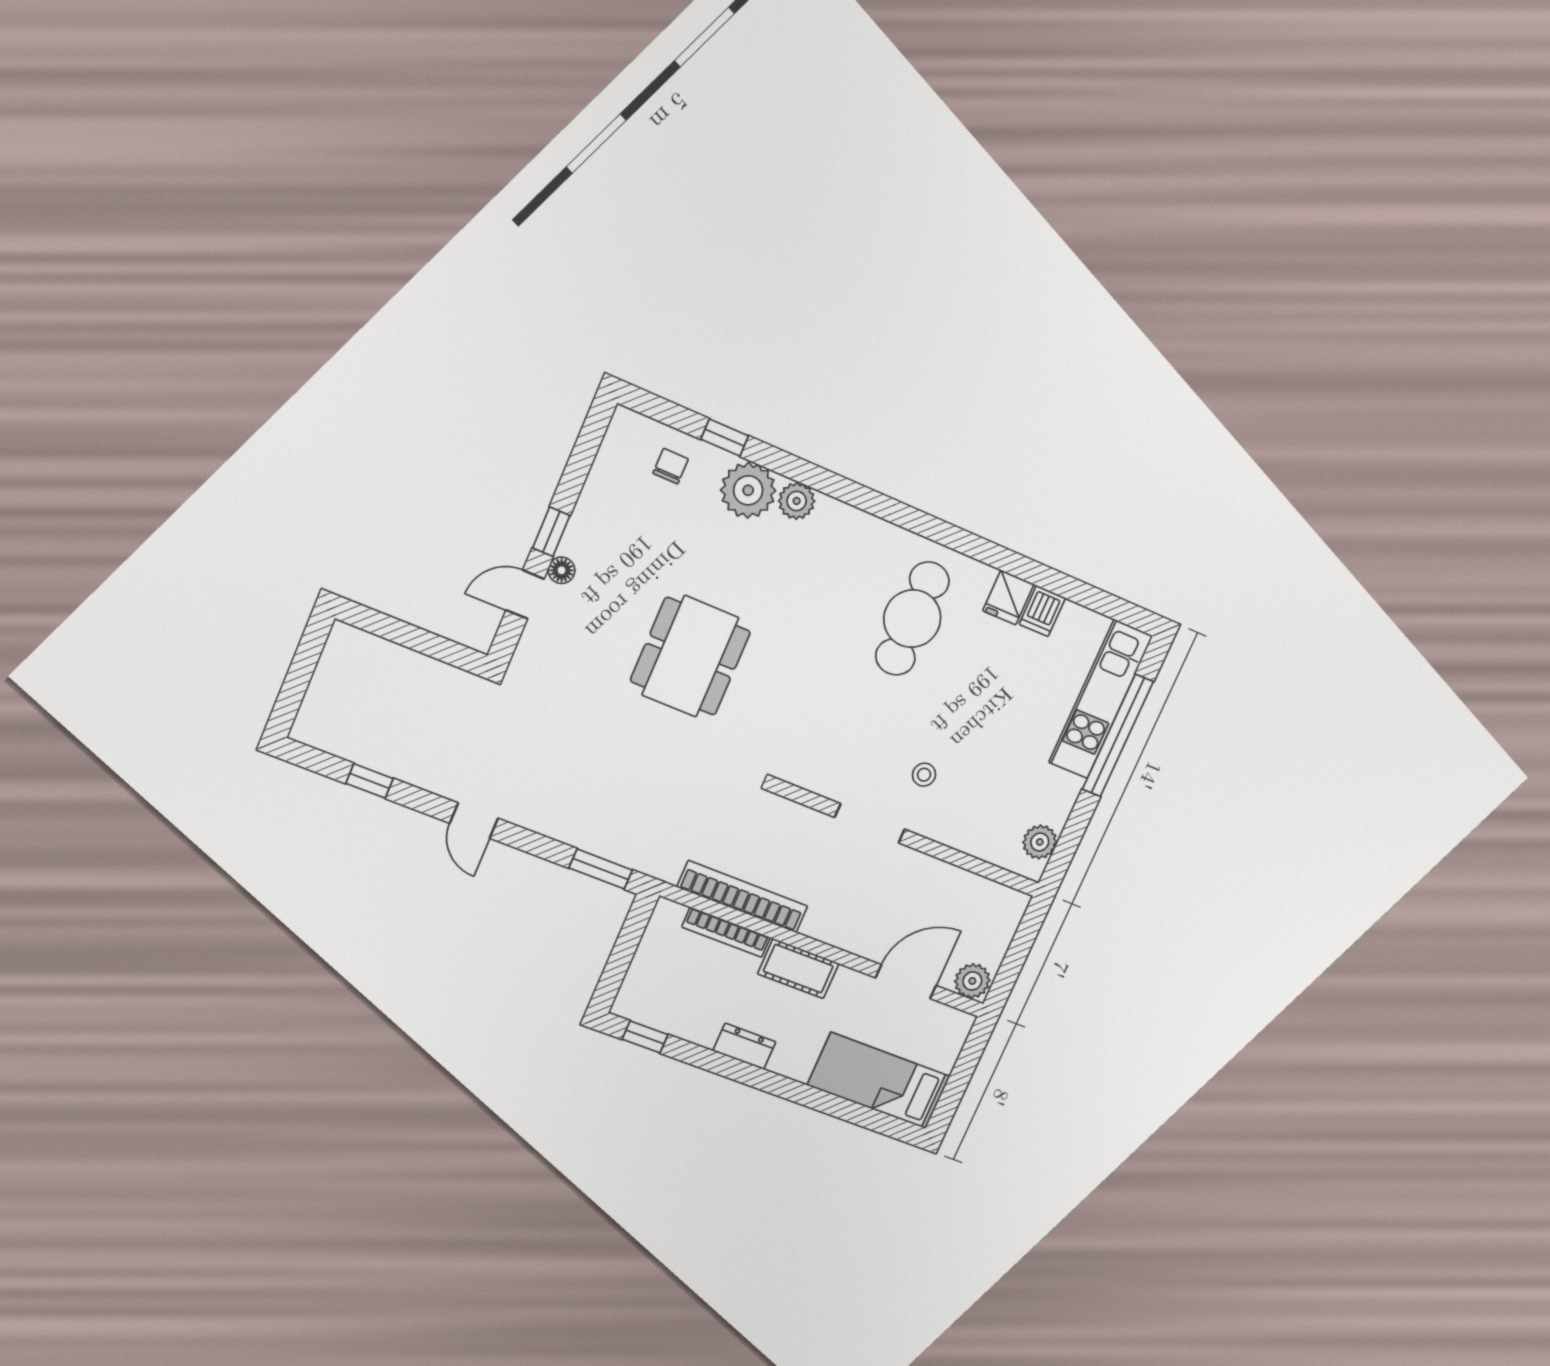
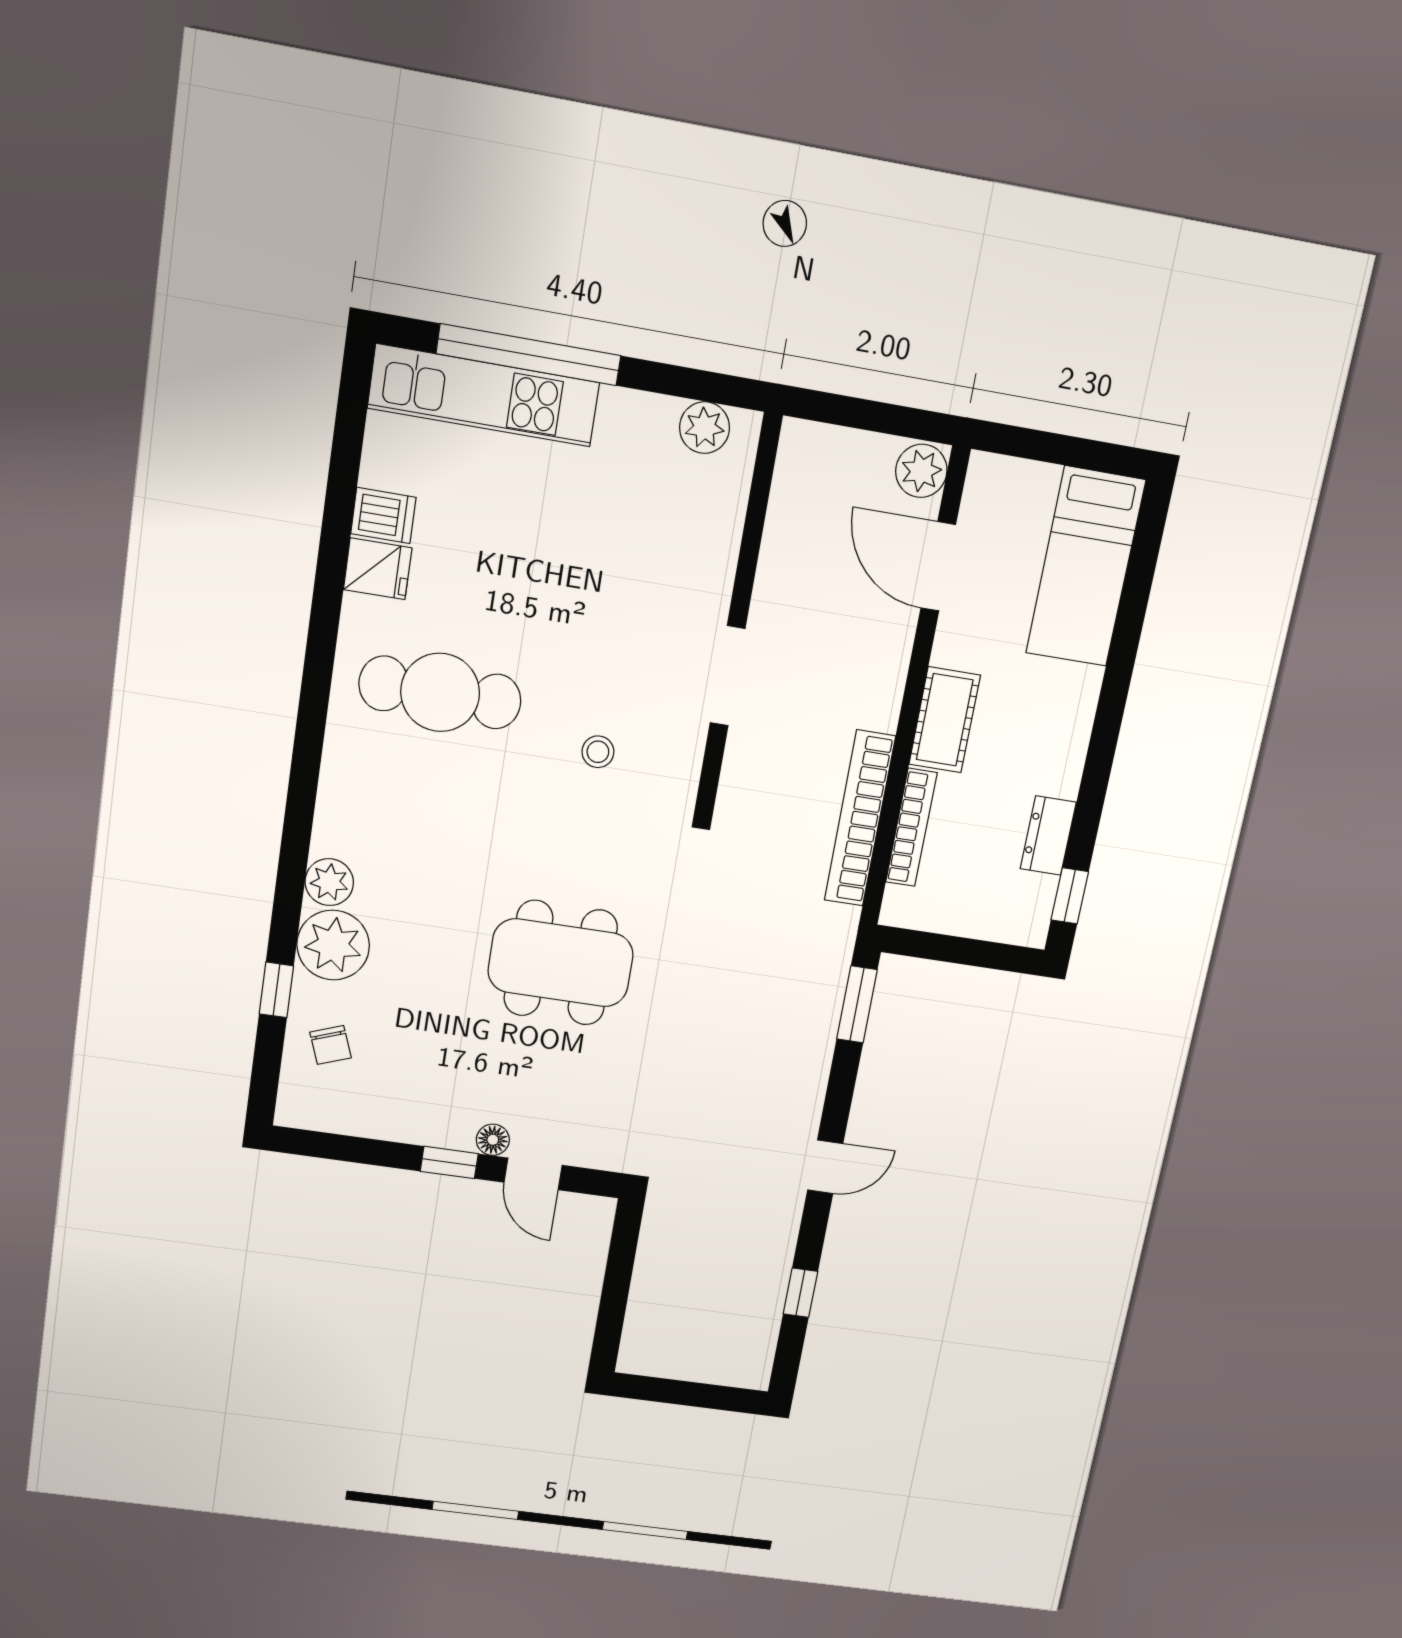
chair: (671, 466) -> (331, 1045), turned -110
stool: (924, 775) -> (598, 752), moved
dresser: (744, 1046) -> (1048, 836), moved

